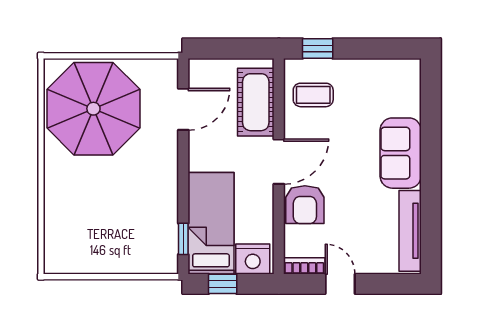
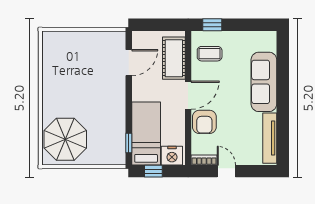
parasol: (93, 109) -> (65, 139), moved, width x0.73, depth x0.73
sofa: (401, 153) -> (264, 82), width x1.36

